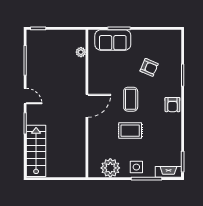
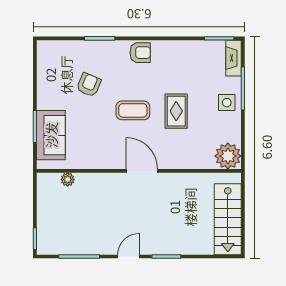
stairs: (36, 151) -> (228, 219), moved, turned -90
plant: (110, 168) -> (228, 156), moved

